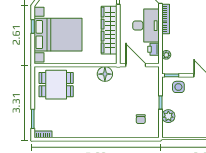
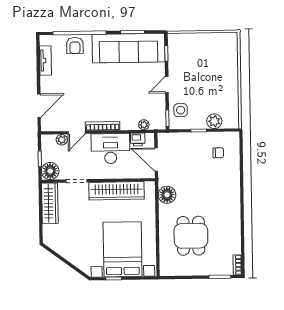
door: (136, 65) -> (156, 160), hinge flipped
dining table: (56, 85) -> (191, 236), moved

